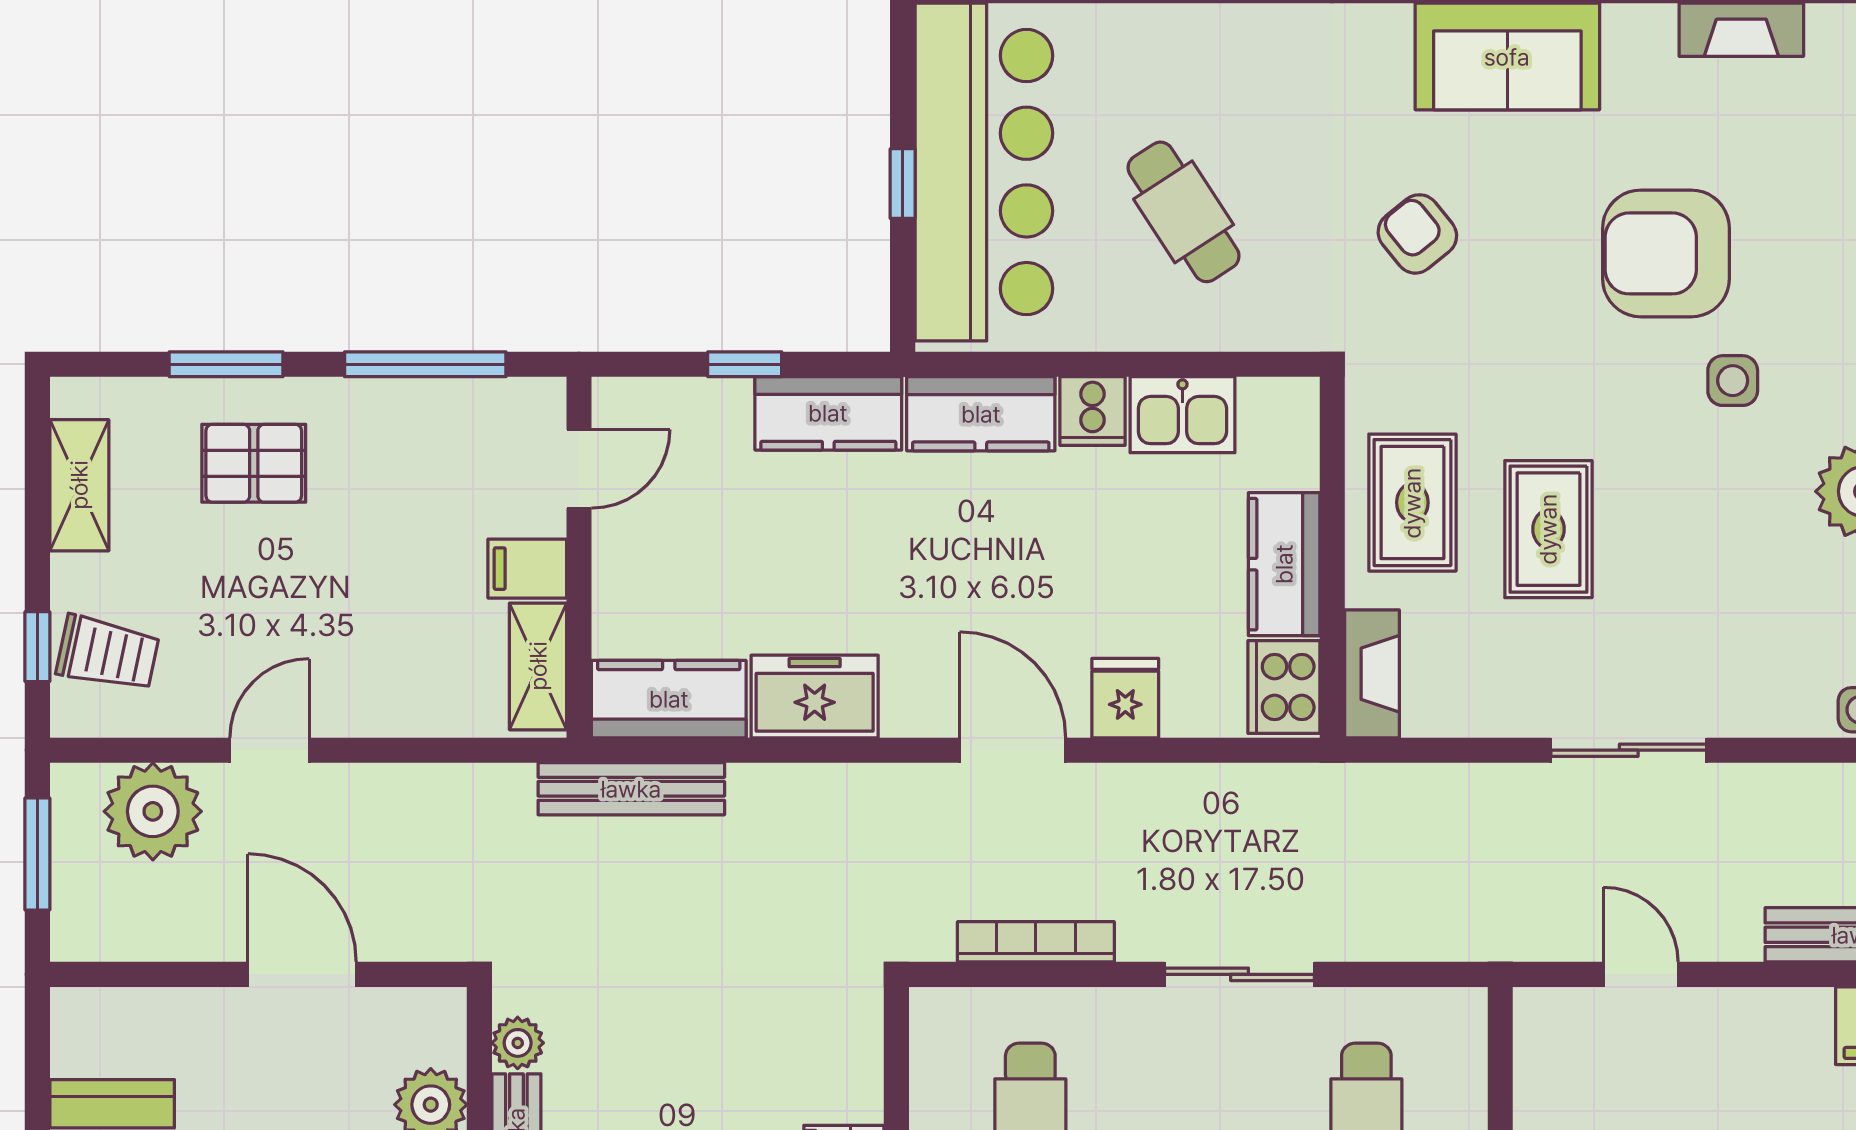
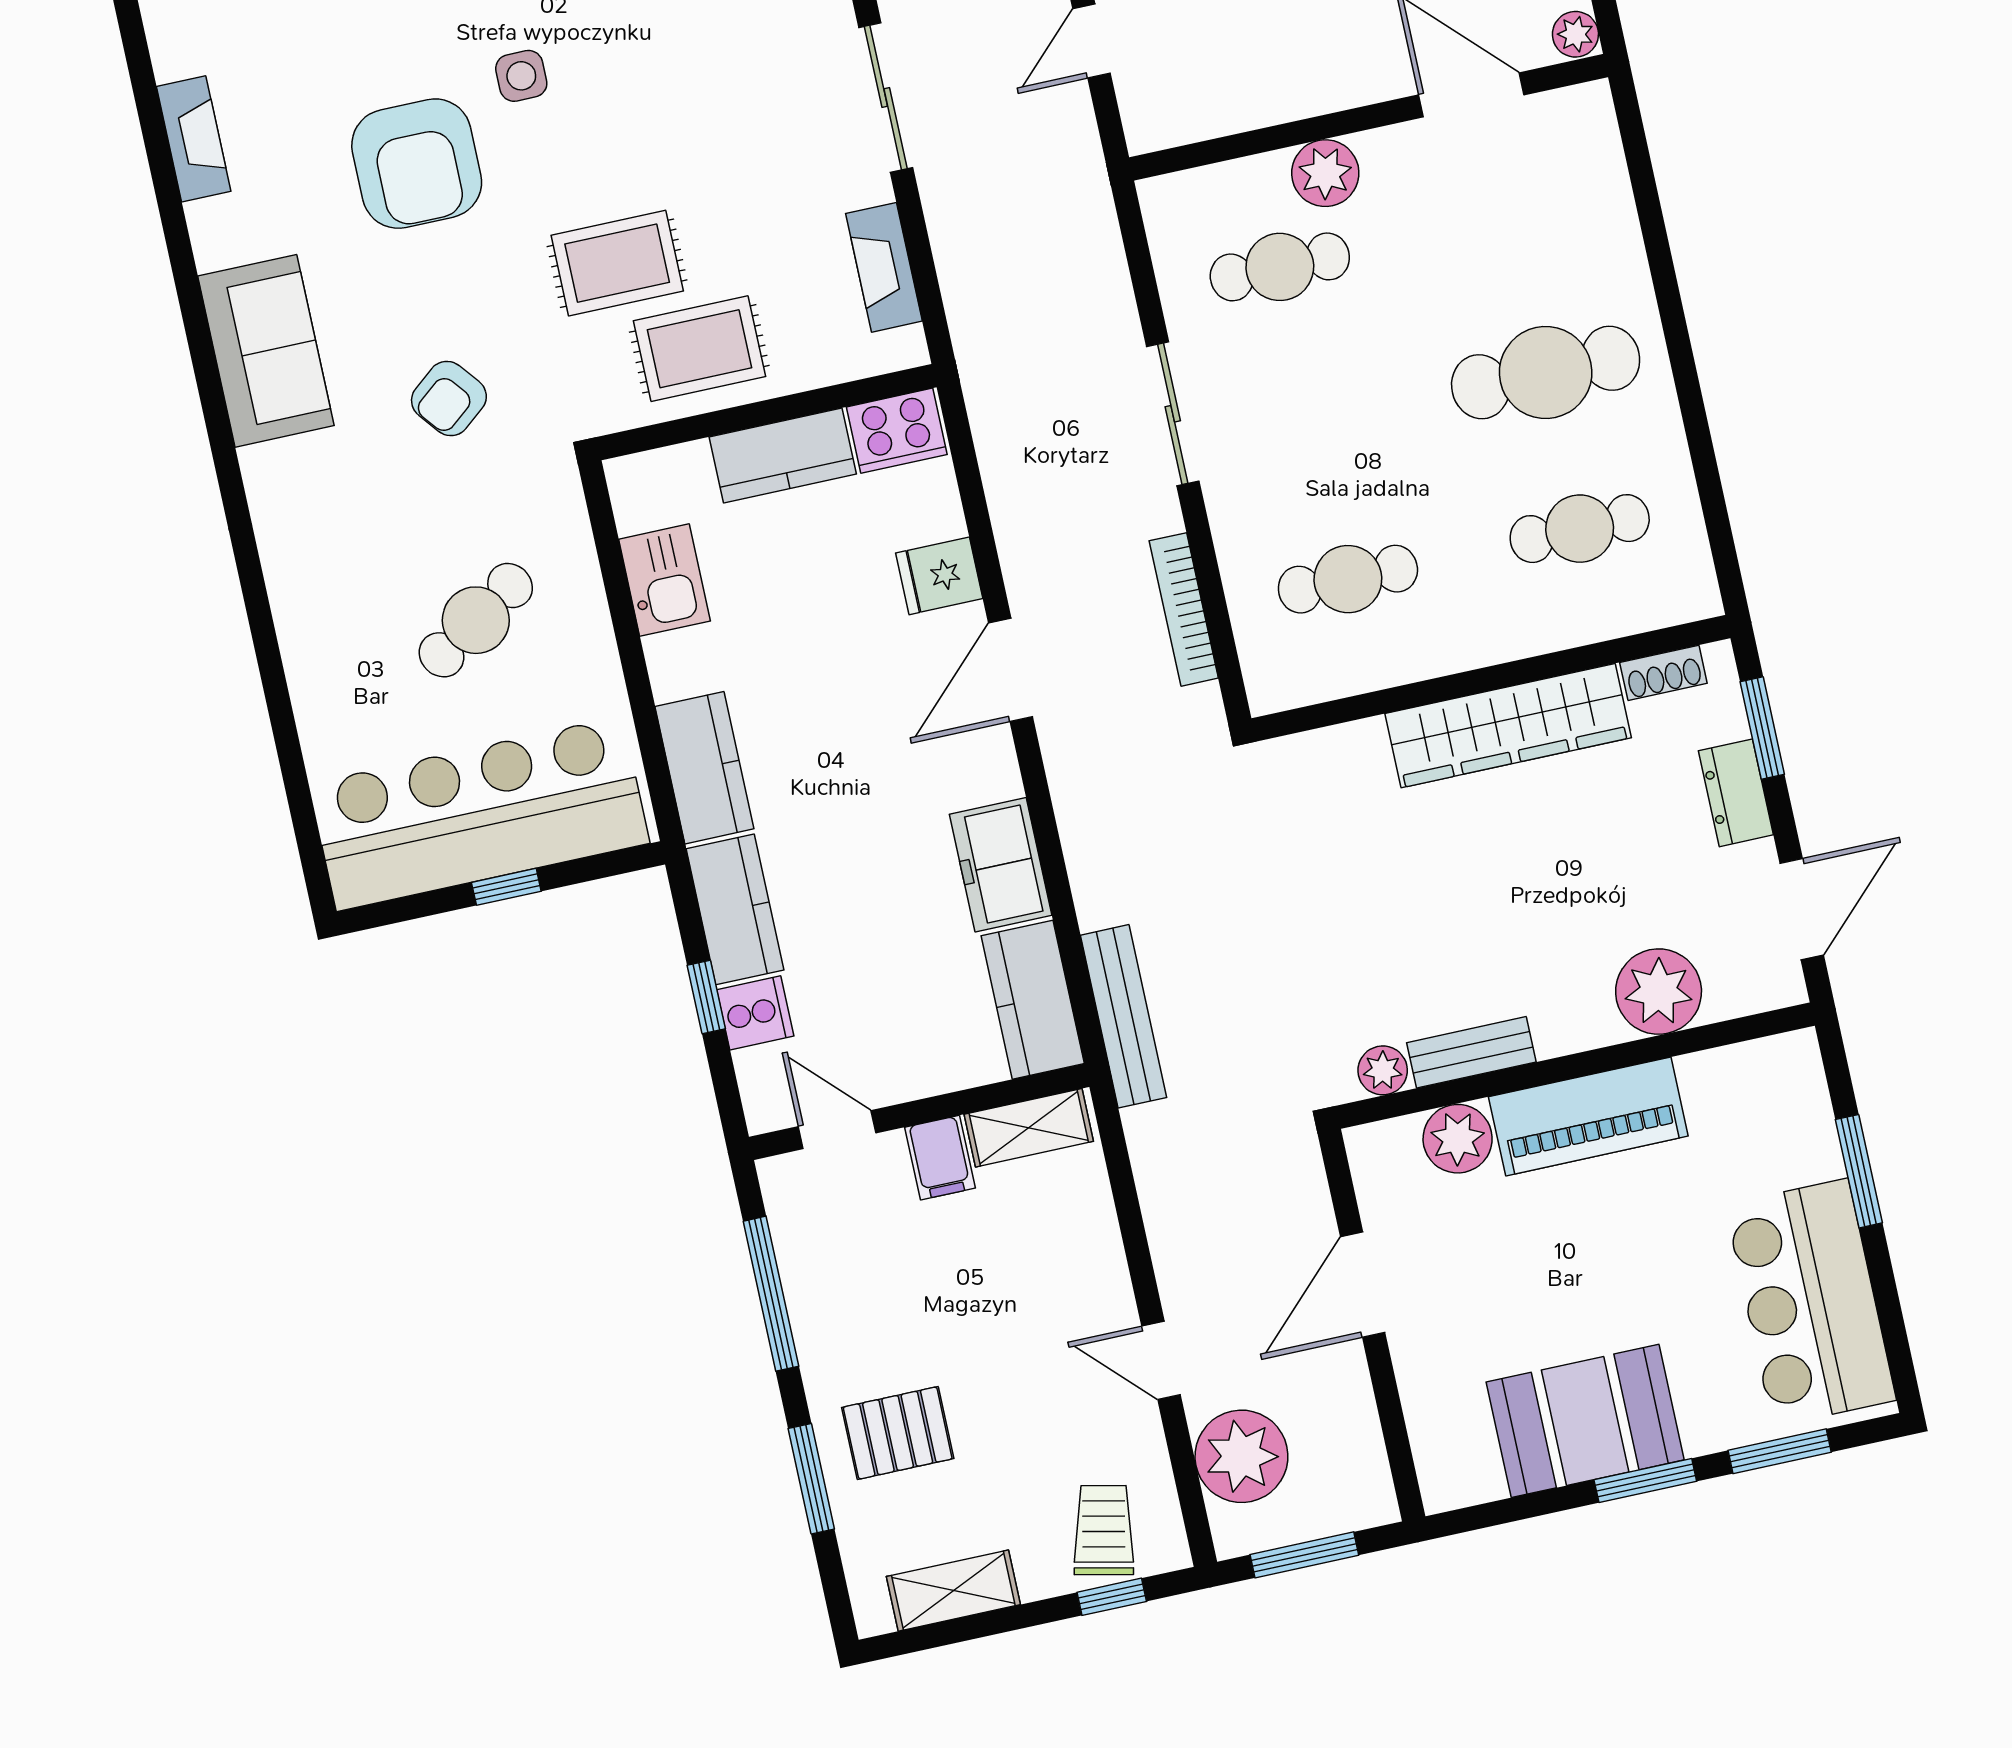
cooker: (1092, 411) -> (755, 1013), moved
pallet: (254, 463) -> (898, 1433), turned 90
rug: (1548, 529) -> (617, 263), moved
fireplace: (1372, 674) -> (884, 267), moved, turned -90

